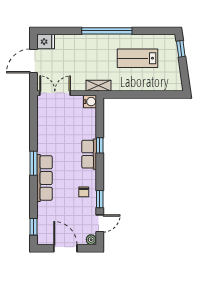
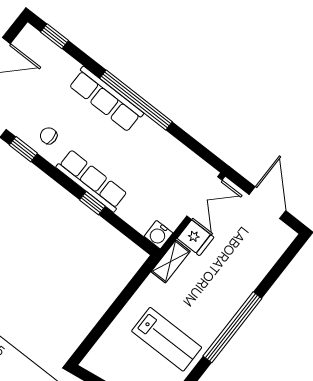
fridge: (46, 42) -> (196, 238), moved, turned -90
lab bench: (138, 58) -> (167, 339), turned 90
row of seats: (89, 154) -> (92, 181), width x1.48
window: (34, 163) -> (136, 100), width x2.11

